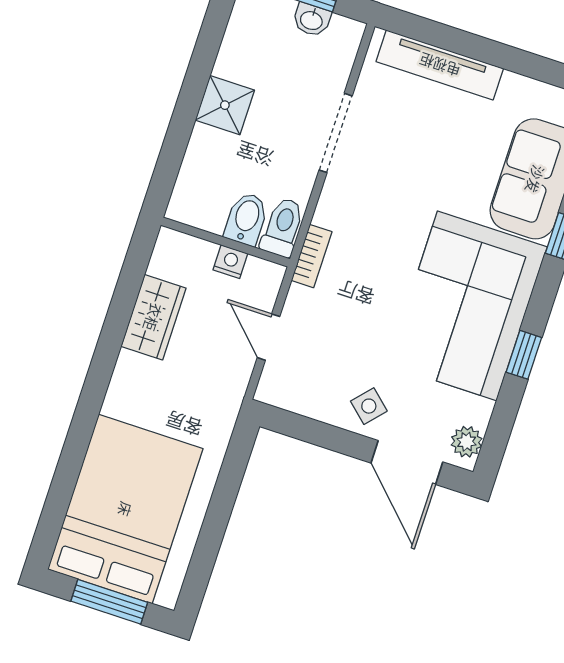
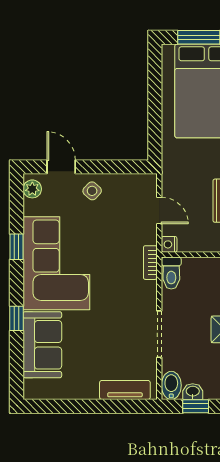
tv unit: (440, 65) -> (125, 390), width x0.71
bidet: (246, 219) -> (171, 385), moved, turned 180
nightstand: (230, 262) -> (169, 244), moved, turned 90
door: (407, 462) -> (61, 167), width x0.73

